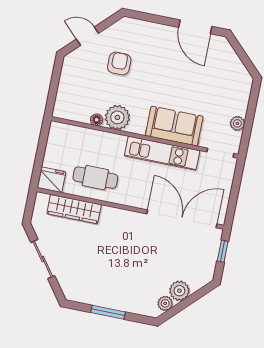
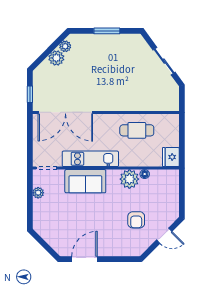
door: (195, 27) -> (85, 259), hinge flipped
fridge: (52, 180) -> (171, 157), moved, turned 90
wardrobe: (74, 209) -> (148, 103), removed

